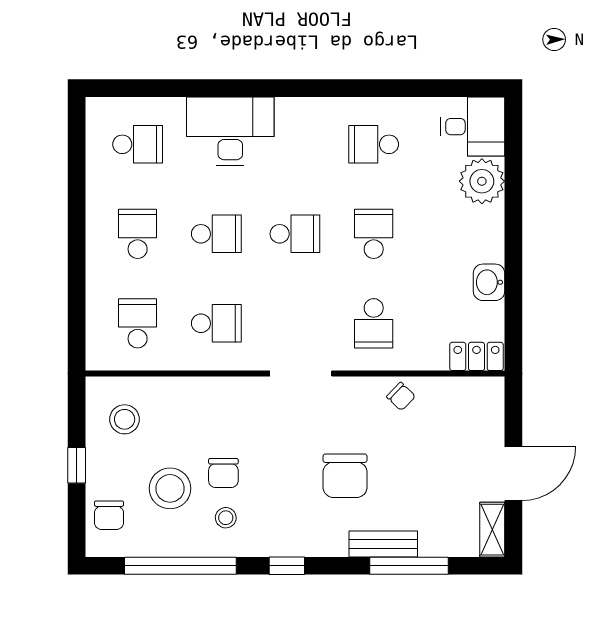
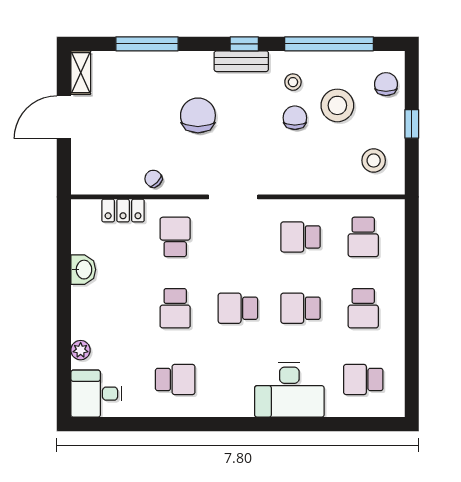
plant: (482, 181) -> (81, 350), width x0.53, depth x0.53
locker: (476, 356) -> (123, 211), moved
bench: (383, 544) -> (241, 61), moved

